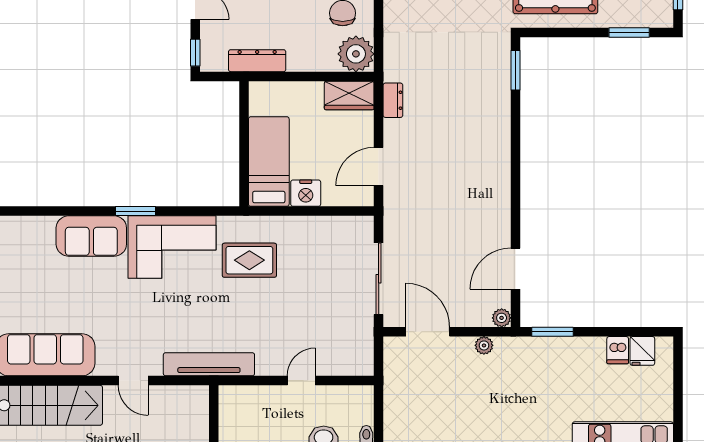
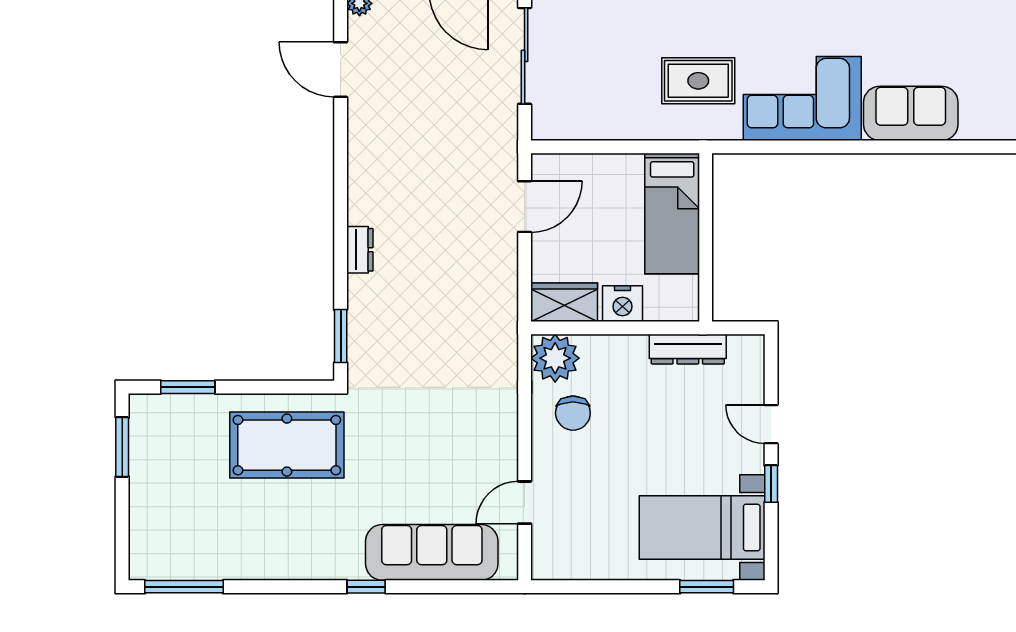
window: (195, 53) -> (771, 360), removed
dresser: (393, 100) -> (360, 250), moved, turned 180
nightstand: (306, 193) -> (623, 304), moved, turned 180
window: (136, 211) -> (851, 147), removed
door: (515, 269) -> (341, 70), swing flipped

